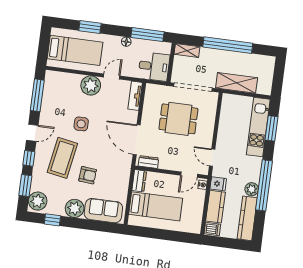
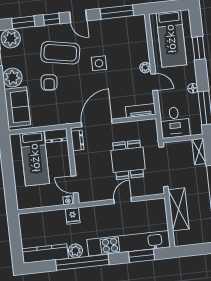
plant: (91, 85) -> (145, 68), width x0.53, depth x0.53
kitchen unit: (258, 127) -> (129, 243), width x1.36
door: (212, 158) -> (123, 200), moved
kitchen counter: (216, 207) -> (49, 219), removed
dishwasher: (212, 229) -> (26, 221), removed

